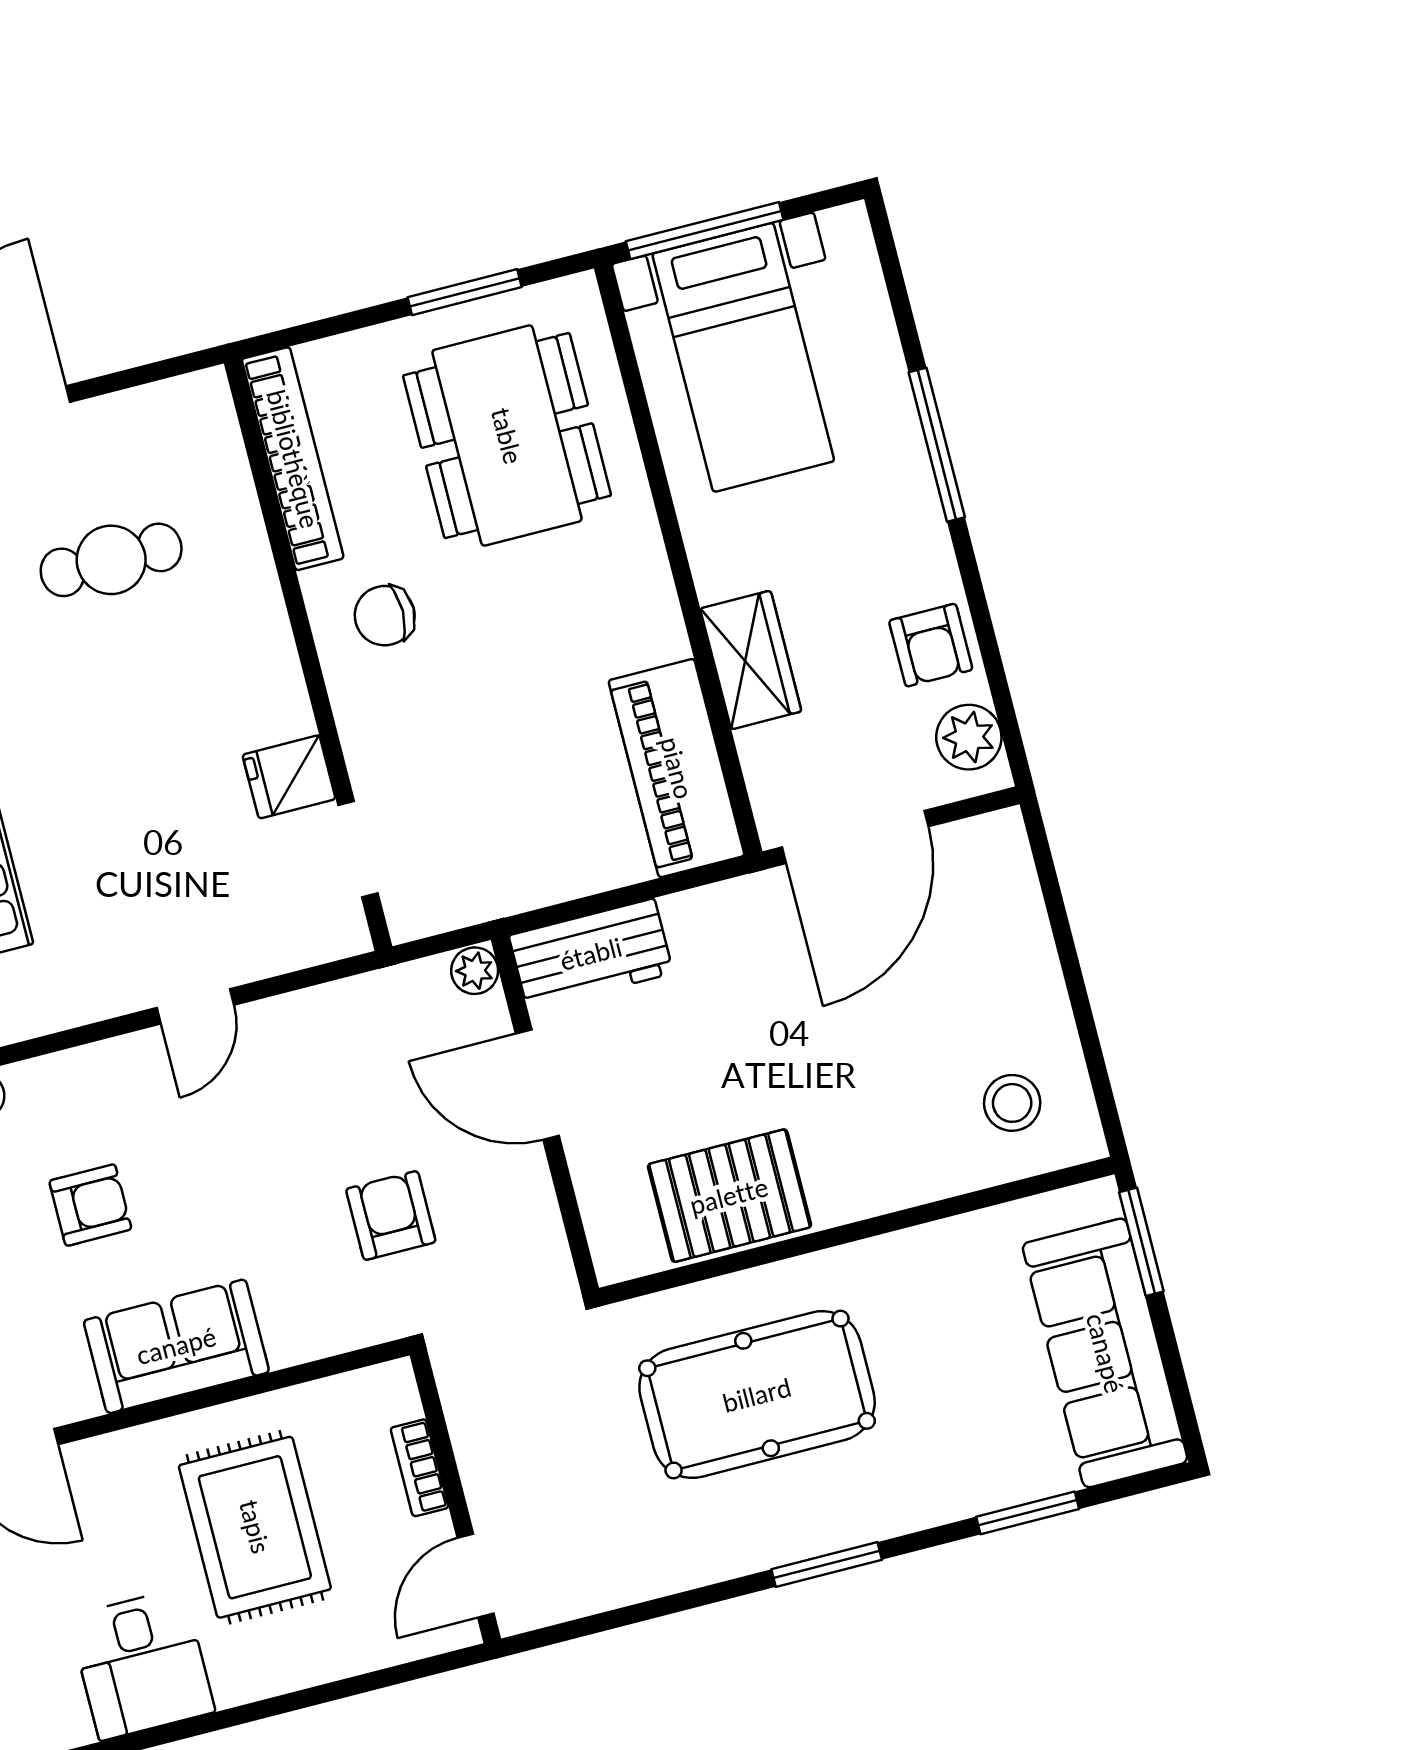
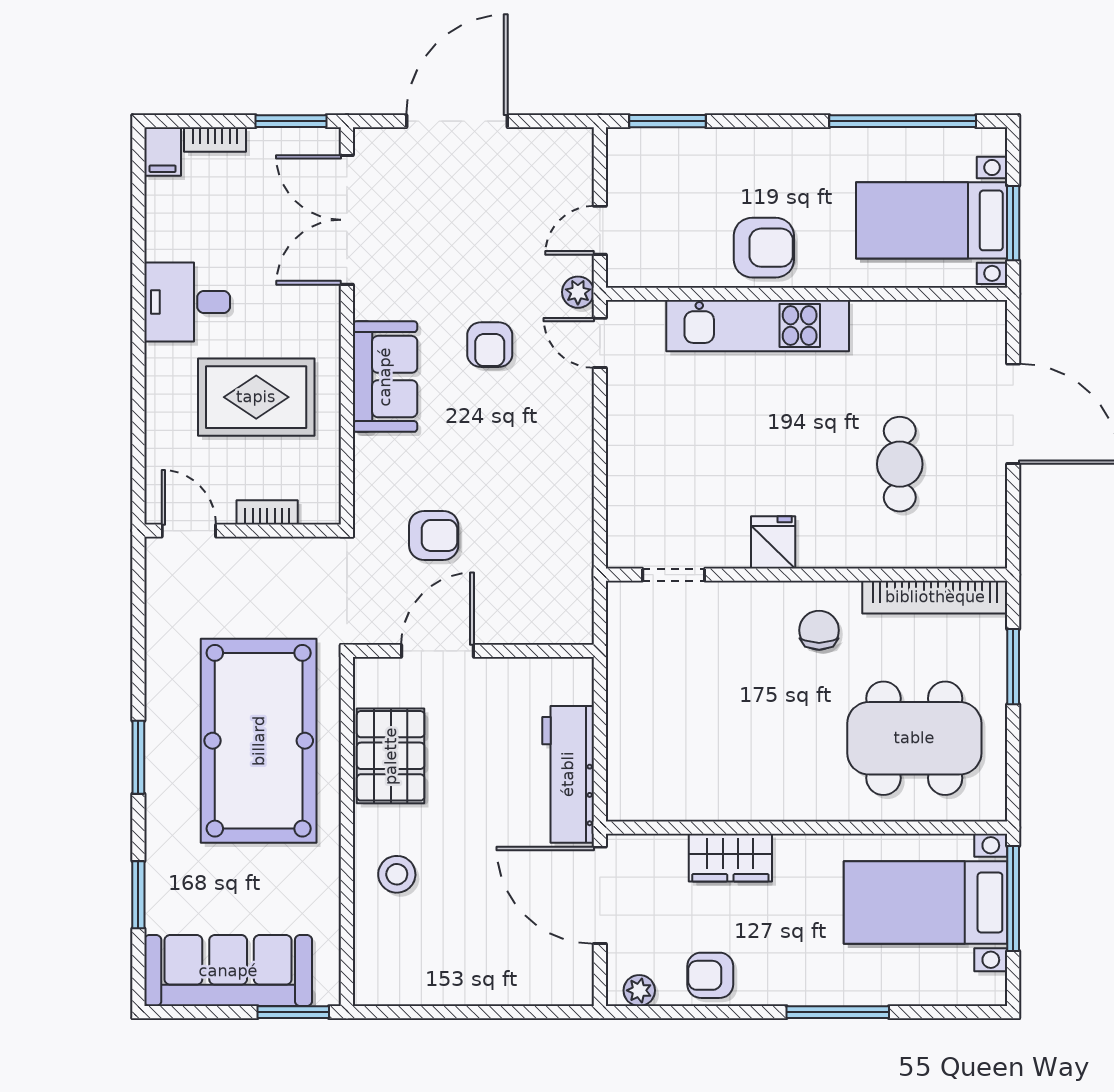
window: (465, 292) -> (1013, 667), moved
plant: (969, 737) -> (639, 990), width x0.73, depth x0.73
piano: (677, 768) -> (673, 792), removed
fridge: (289, 777) -> (773, 542), moved
workbench: (591, 954) -> (568, 774), moved, width x1.38
plant: (475, 971) -> (577, 629), removed
door: (195, 1006) -> (600, 343), moved
door: (537, 1085) -> (437, 651), moved
stool: (1012, 1103) -> (397, 874), moved
pool table: (757, 1395) -> (259, 741), width x1.36, depth x1.32

